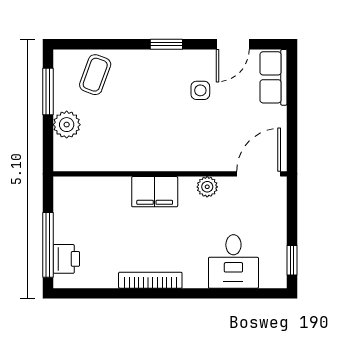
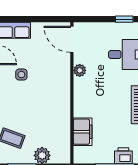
filing cabinet: (155, 192) -> (83, 132), moved

